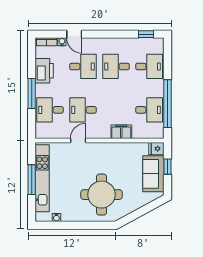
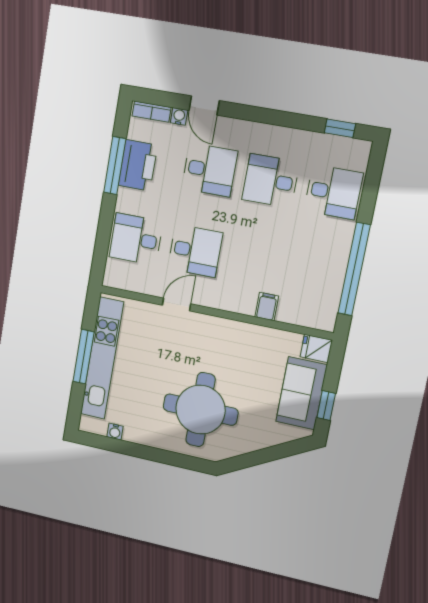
window: (32, 93) -> (115, 166), moved
desk: (83, 110) -> (195, 251), turned 180
desk: (149, 110) -> (317, 274), removed
filing cabinet: (121, 132) -> (267, 307), width x0.50
window: (167, 167) -> (326, 405), moved

